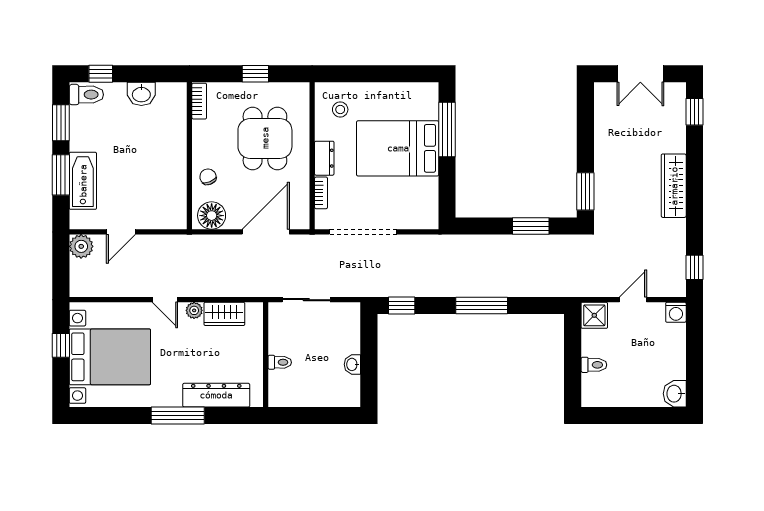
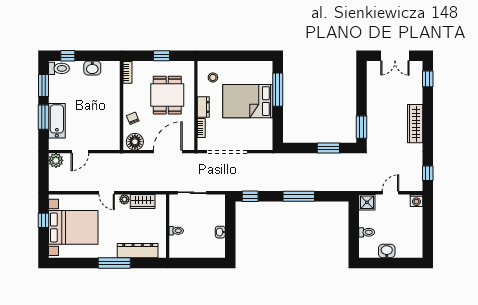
washbasin: (675, 394) -> (387, 251), moved, turned 90

